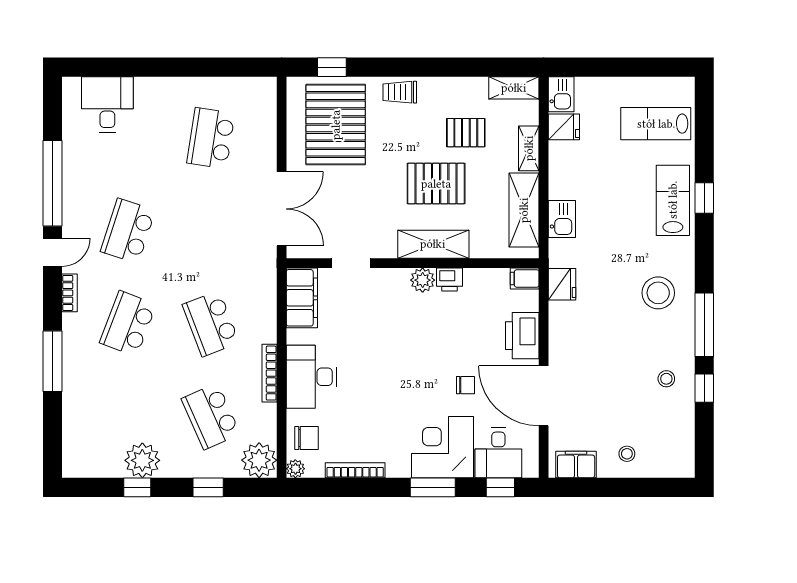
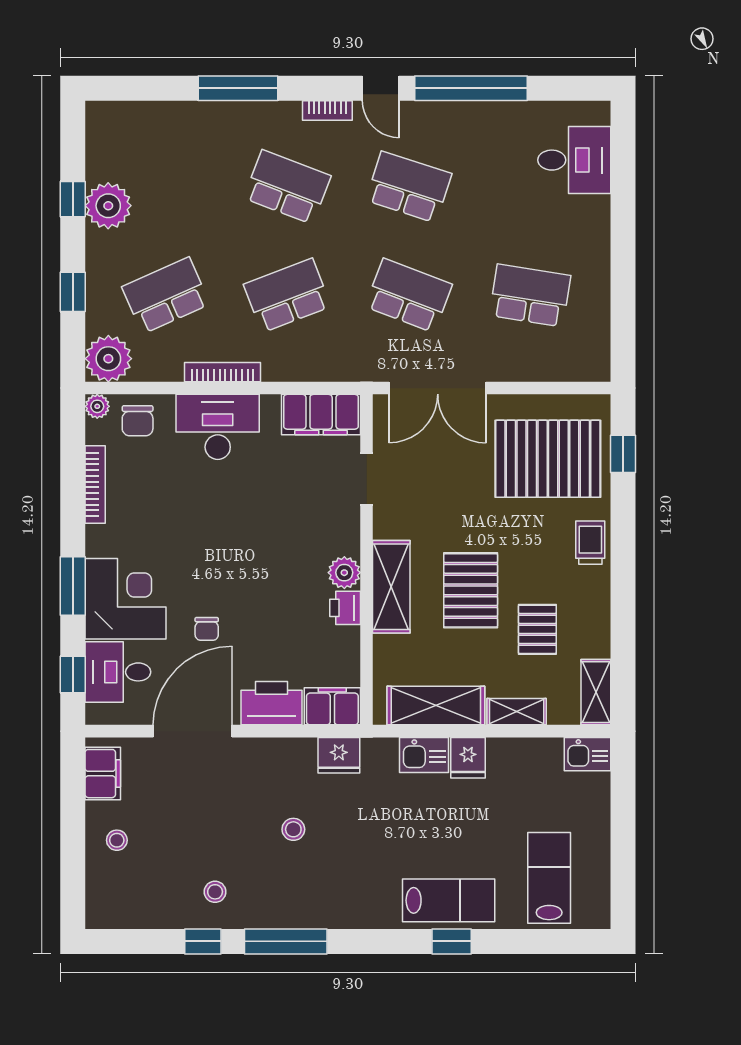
fridge: (564, 127) -> (468, 758), moved
school desk: (211, 231) -> (409, 295), added
filing cabinet: (525, 278) -> (332, 706), width x2.00
stool: (658, 293) -> (293, 829), moved, width x0.53, depth x0.53

